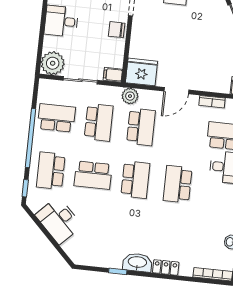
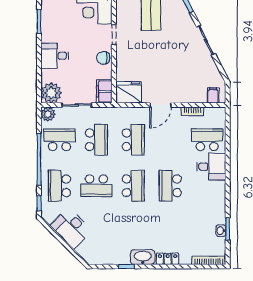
filing cabinet: (113, 75) -> (104, 91), width x2.00
plant: (130, 96) -> (48, 114), moved

